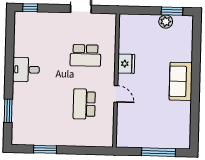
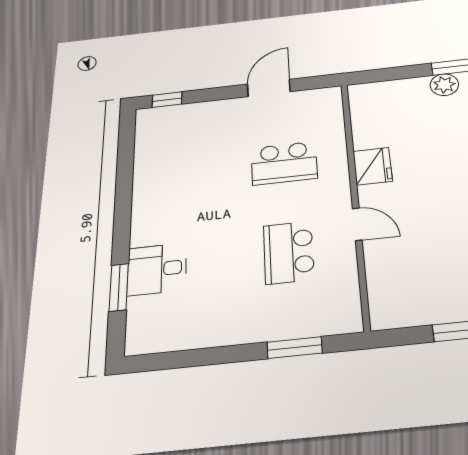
desk: (26, 70) -> (157, 269), moved
window: (45, 149) -> (295, 348), moved

